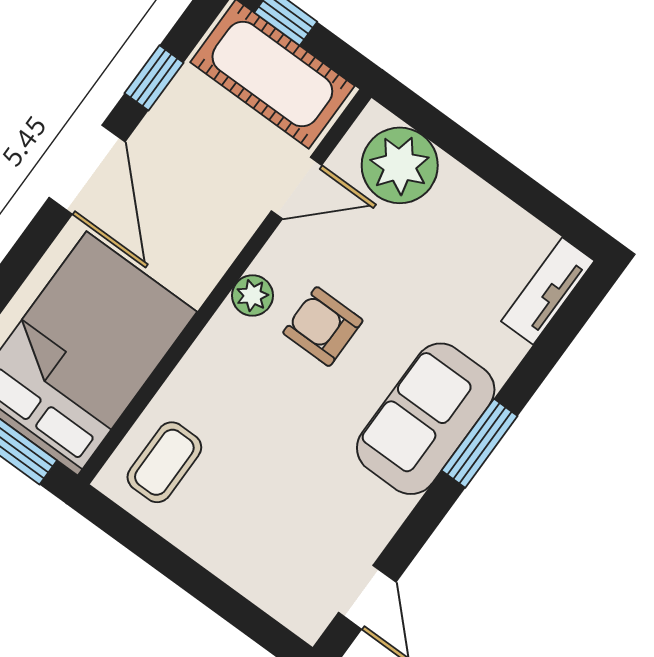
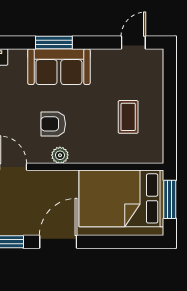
armchair: (323, 327) -> (53, 124), turned 90
coffee table: (164, 462) -> (128, 117), moved, turned 90

